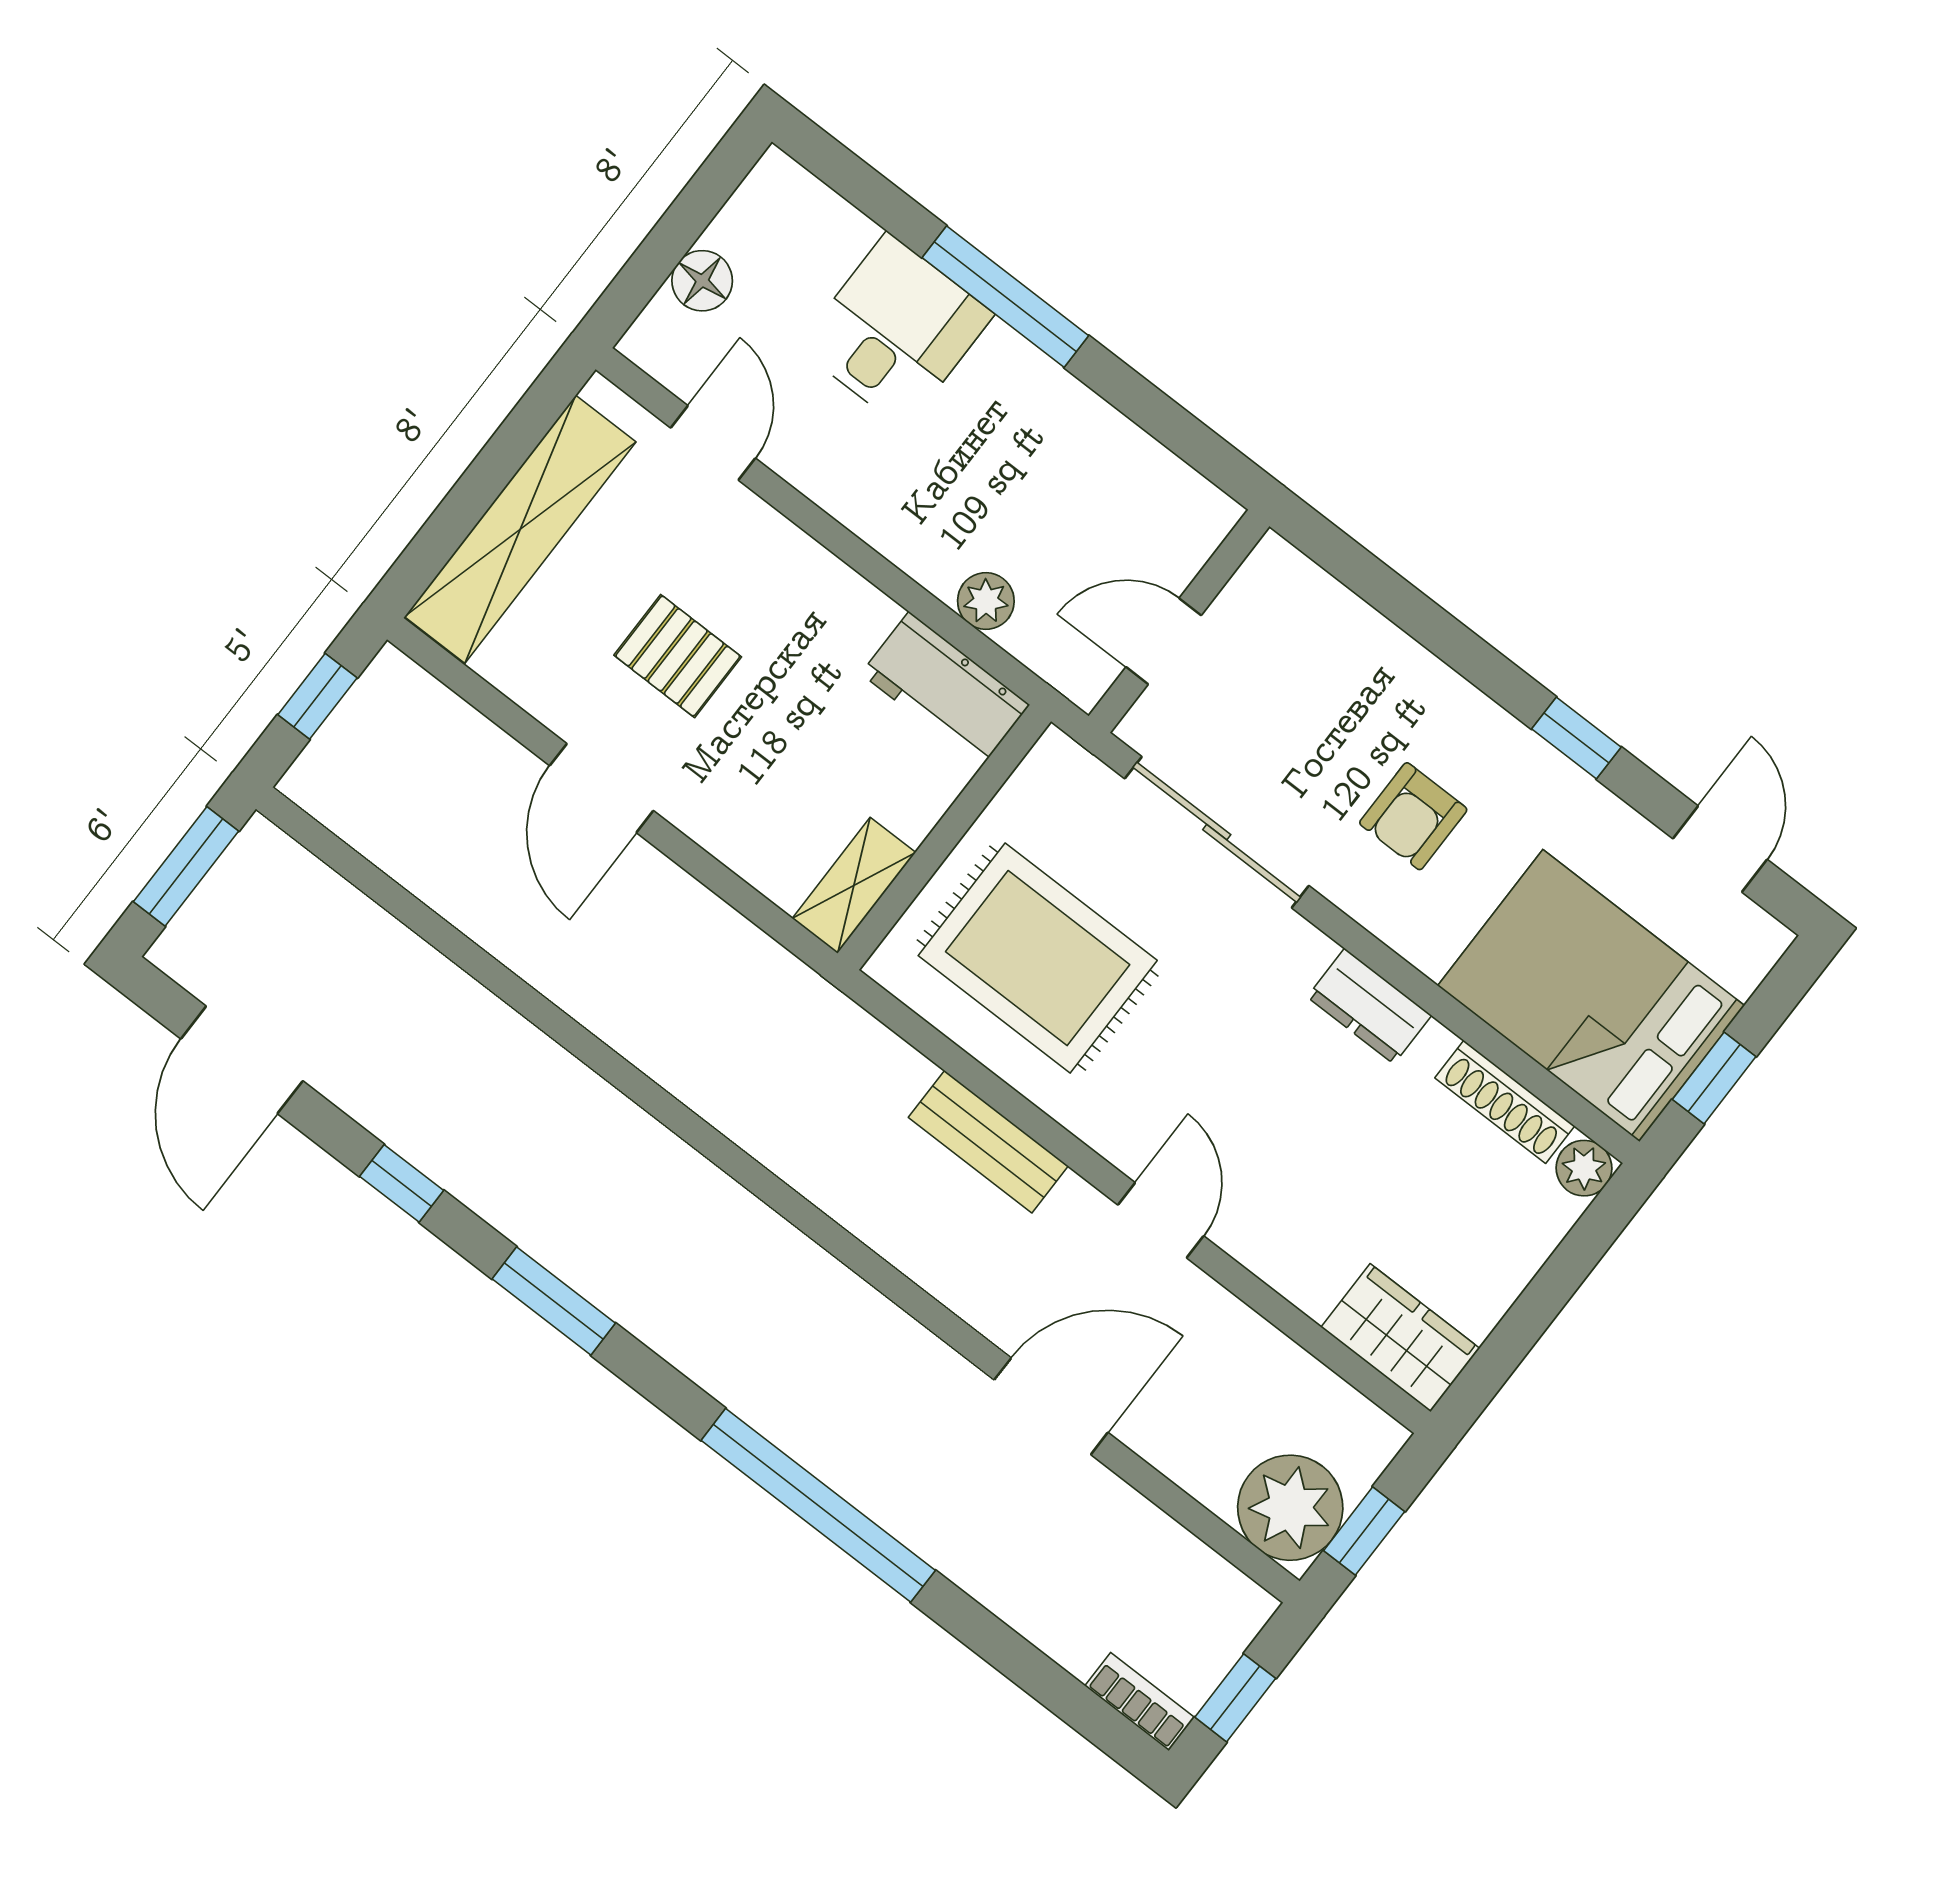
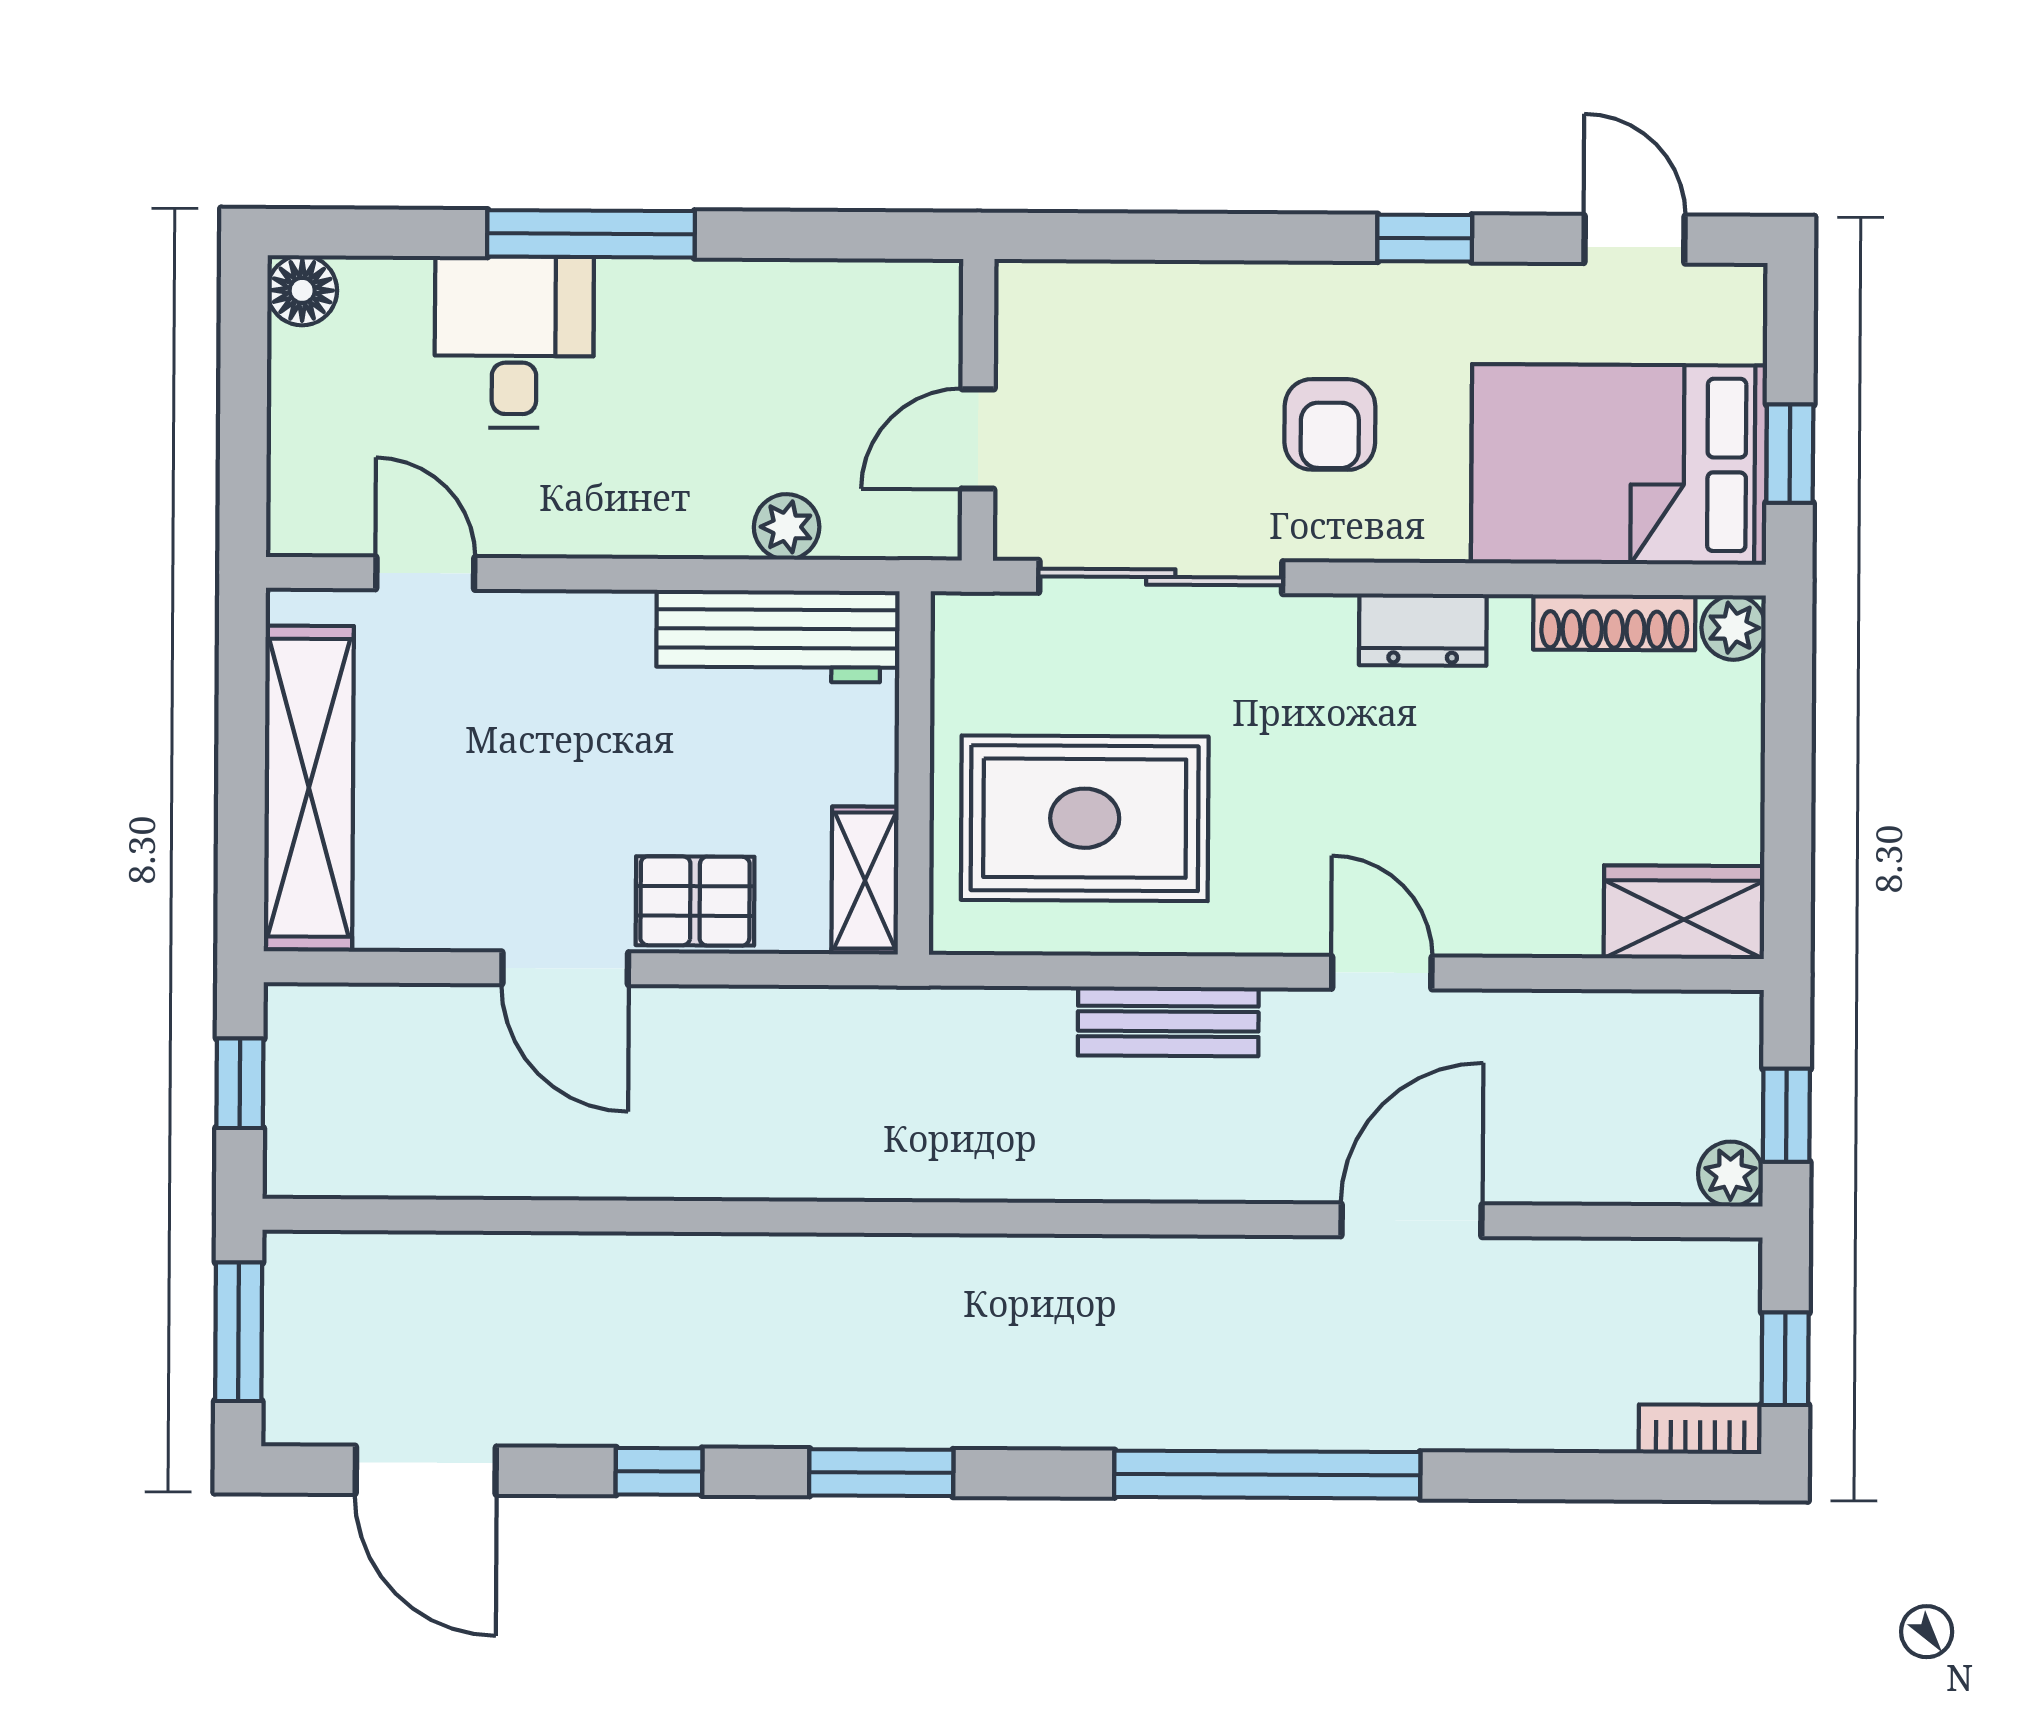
floor lamp: (702, 281) -> (302, 290), moved
pallet: (678, 656) -> (695, 901), moved
workbench: (945, 689) -> (778, 636), width x1.38
plant: (1290, 1508) -> (1730, 1174), width x0.53, depth x0.53

